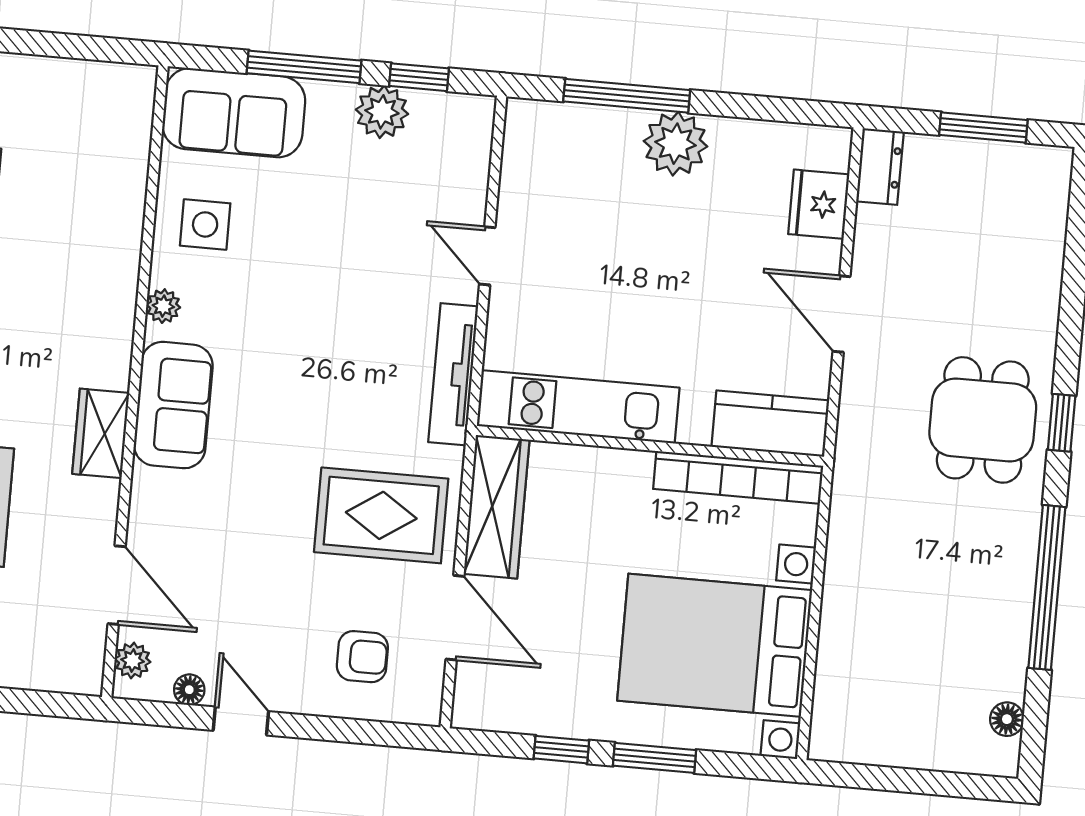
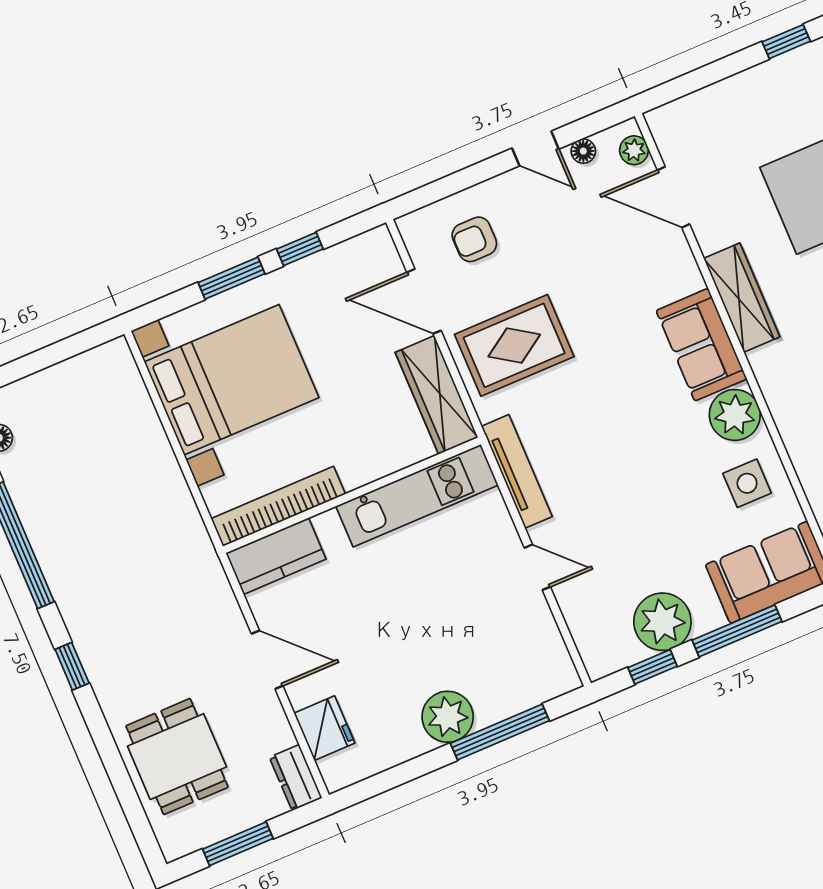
plant: (382, 112) -> (662, 622), width x1.36, depth x1.36
plant: (163, 306) -> (735, 415), width x1.88, depth x1.88
dining table: (983, 420) -> (177, 757), moved
wardrobe: (101, 433) -> (742, 298), width x1.50

